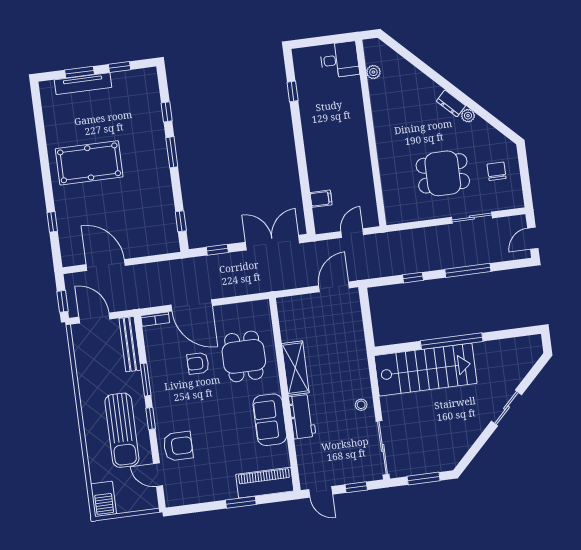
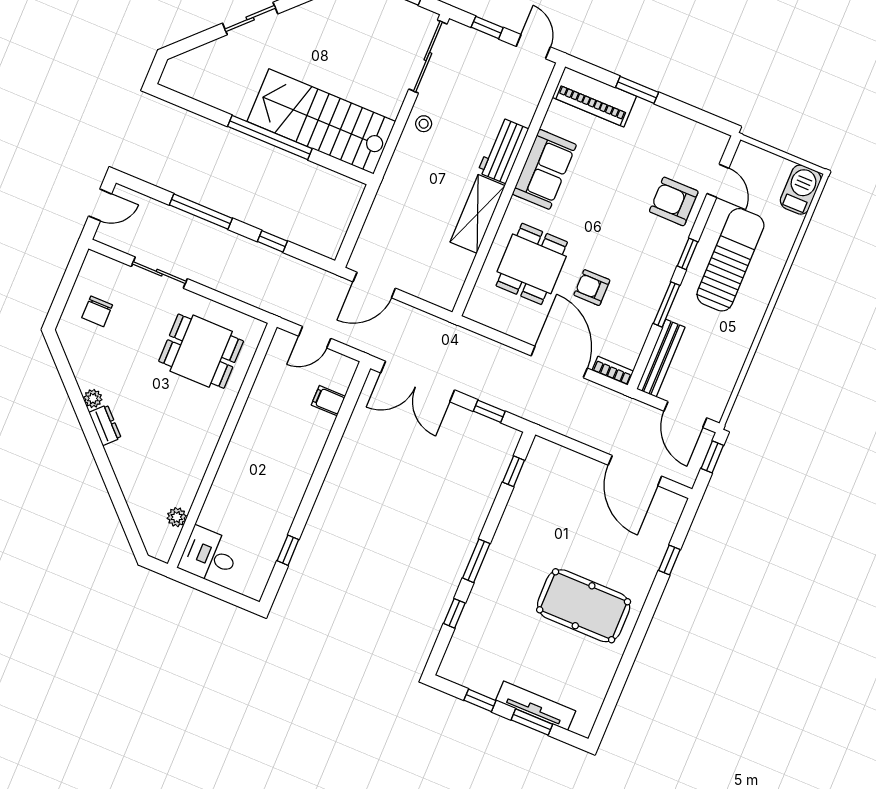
dining table: (443, 173) -> (201, 351), moved
armchair: (198, 363) -> (592, 288), turned 180

